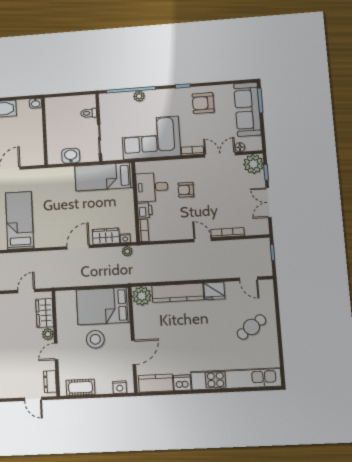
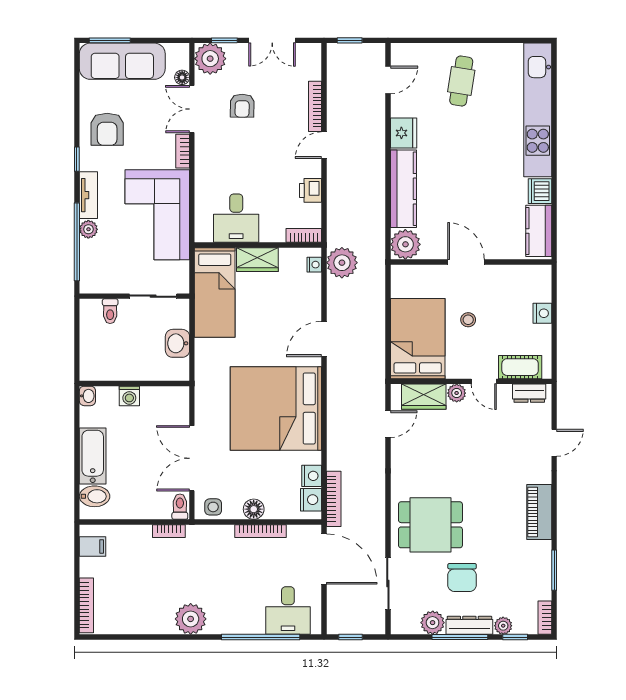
tv unit: (161, 95) -> (88, 195), added
washing machine: (37, 129) -> (129, 396), added
armchair: (186, 190) -> (242, 106), moved
printer: (145, 210) -> (311, 190), moved, turned -90
bed: (20, 220) -> (276, 409), width x2.04
wardrobe: (106, 236) -> (257, 260), moved, turned -90
door: (78, 247) -> (324, 339), hinge flipped
plant: (127, 251) -> (342, 263), width x1.88, depth x1.88
door: (26, 291) -> (388, 424), swing flipped
bed: (103, 306) -> (418, 339), moved, turned 180
cafe table: (251, 327) -> (461, 81), turned 44
stool: (95, 339) -> (468, 320), width x0.53, depth x0.53
door: (134, 352) -> (466, 262), moved
cot: (80, 387) -> (520, 367), moved, turned 90
nightstand: (120, 387) -> (542, 313), moved
door: (33, 399) -> (554, 443), moved

